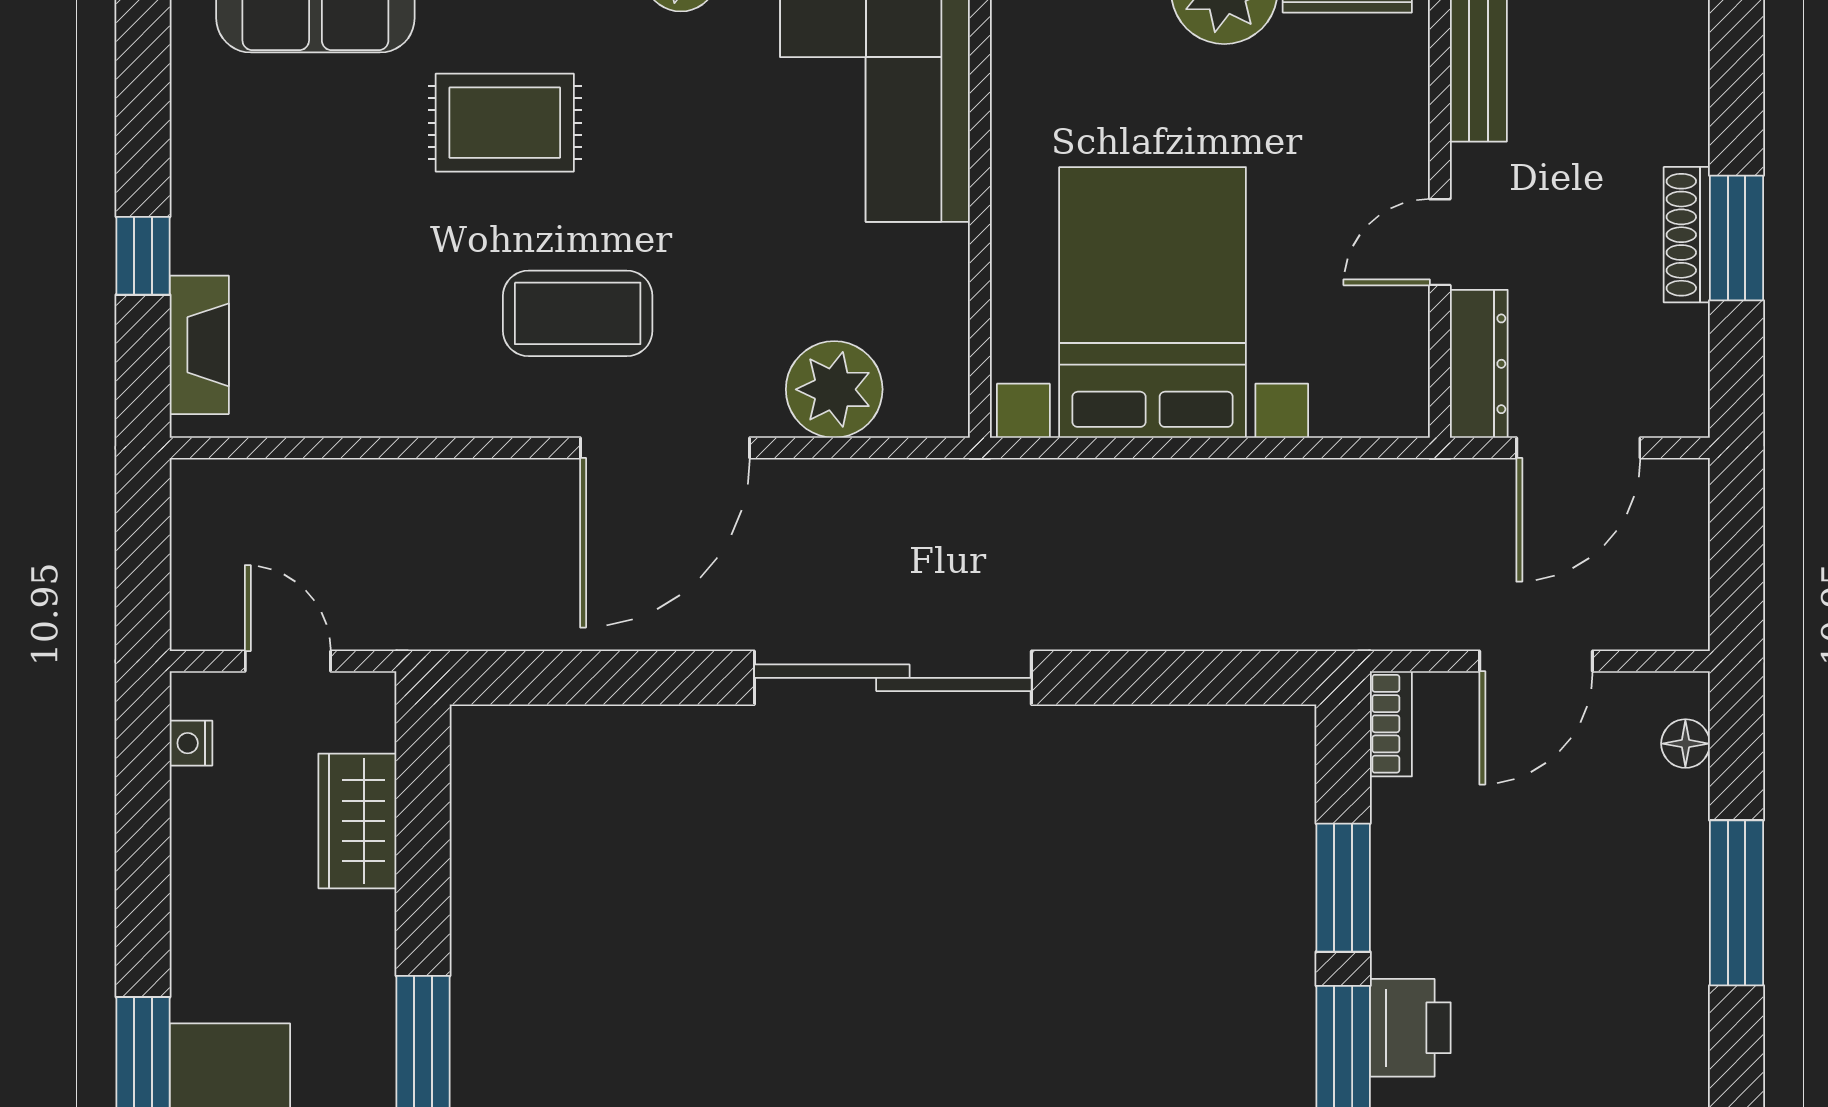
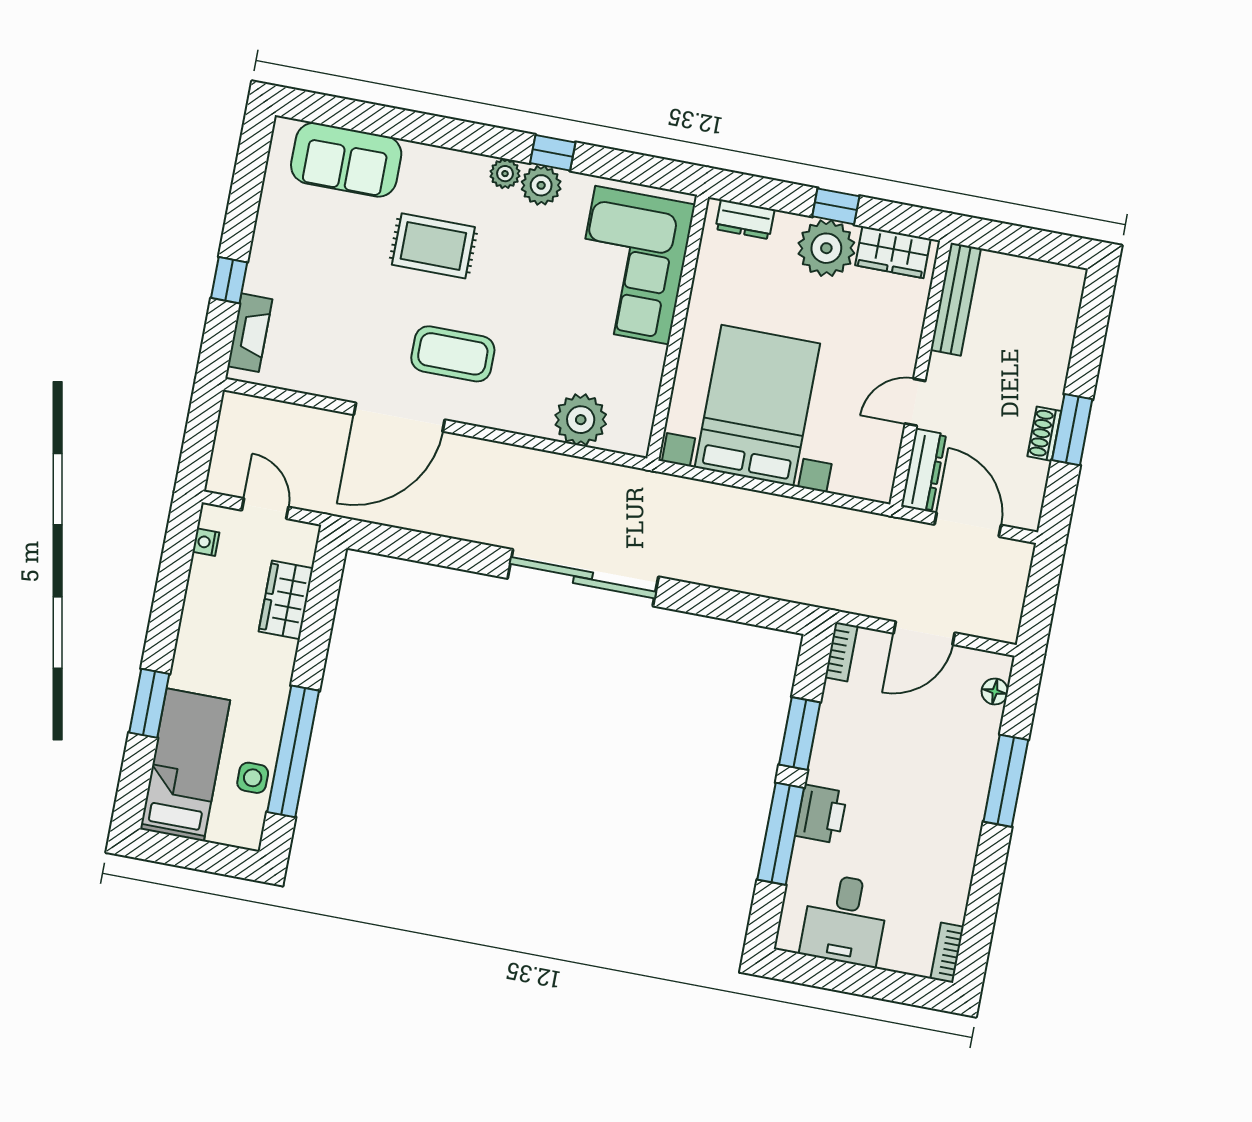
shoe rack: (1687, 235) -> (1044, 434), width x0.70
door: (665, 448) -> (399, 417), moved
door: (1578, 448) -> (968, 525), swing flipped

